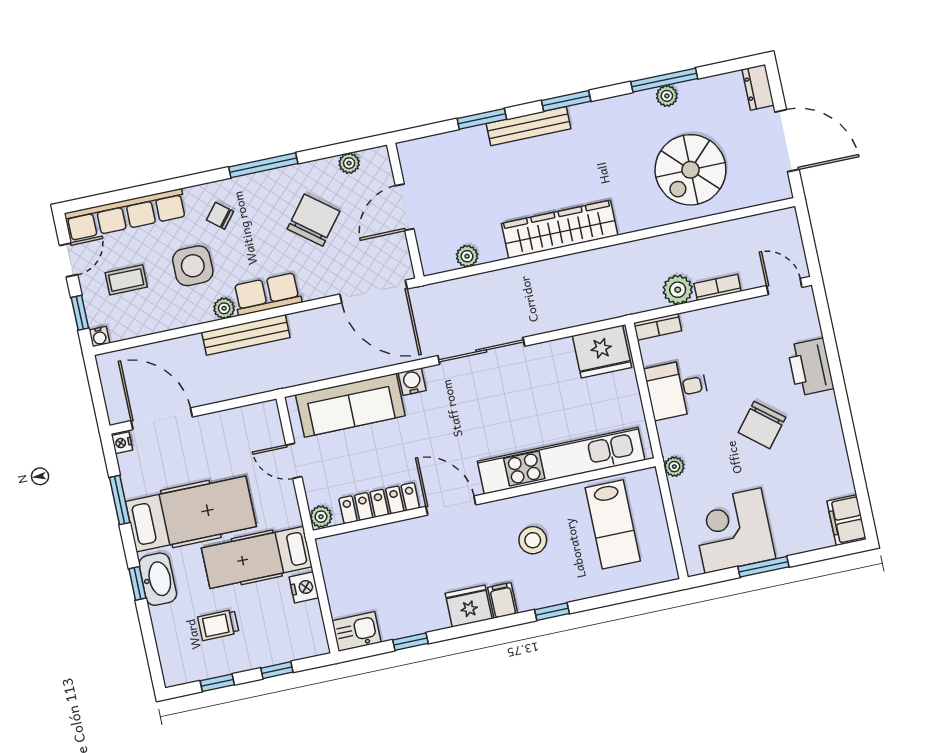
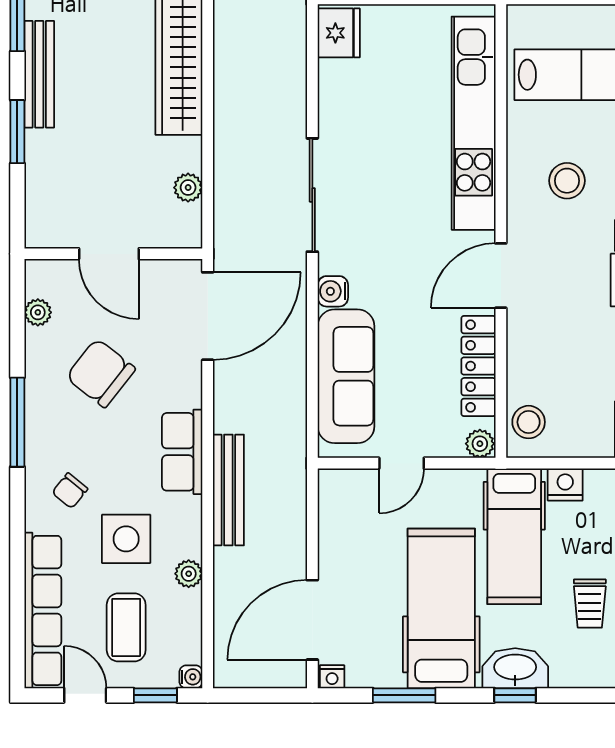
coffee table: (126, 280) -> (126, 627), width x1.36, depth x1.30
plant: (224, 308) -> (189, 574), moved
fridge: (602, 352) -> (339, 33), width x0.73, depth x0.75
stool: (345, 550) -> (529, 422), added

